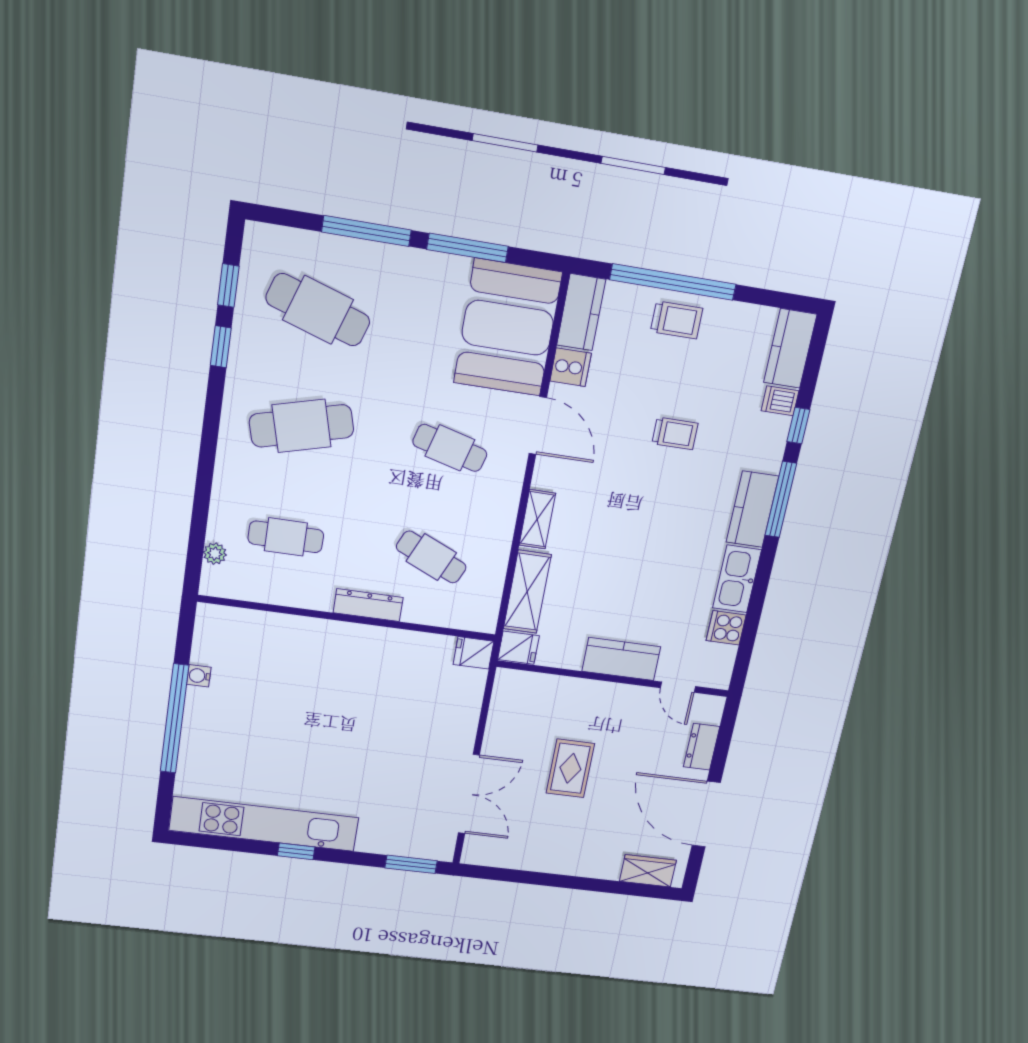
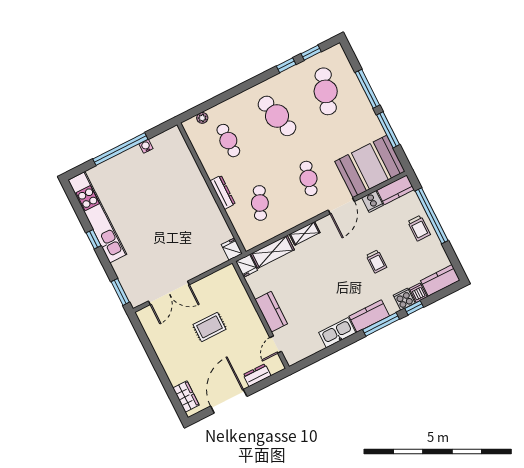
cooker: (726, 628) -> (404, 299), moved

